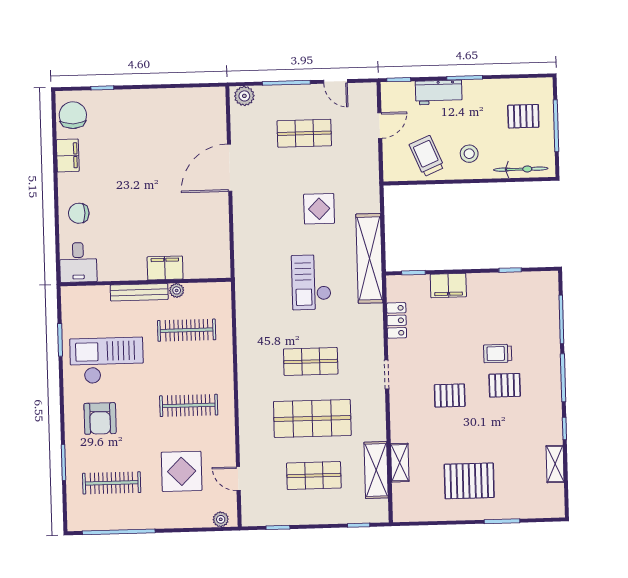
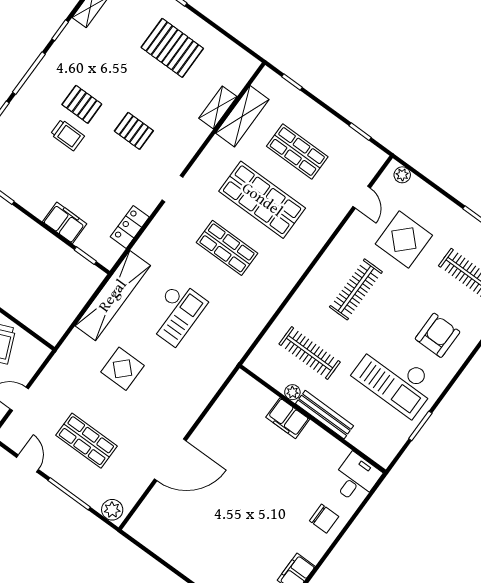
clothes rail: (189, 405) -> (356, 289), turned 90

